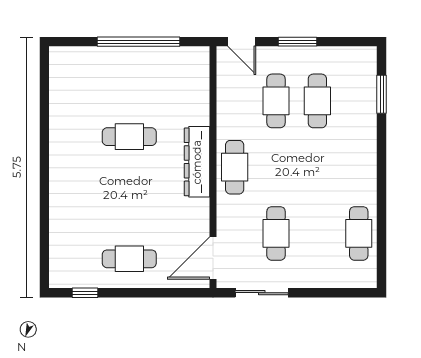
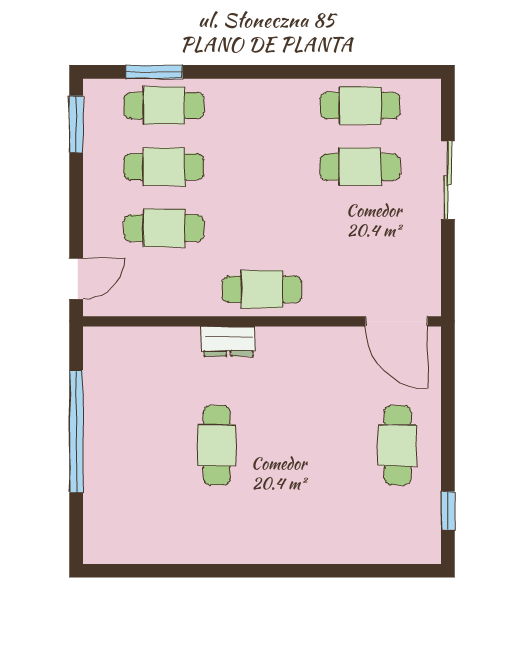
window: (297, 42) -> (76, 124), moved
cafe table: (359, 101) -> (164, 106), added
dresser: (197, 162) -> (228, 341), width x0.51, depth x0.80
cafe table: (276, 233) -> (360, 167), moved
sliding door: (262, 293) -> (448, 180), moved

